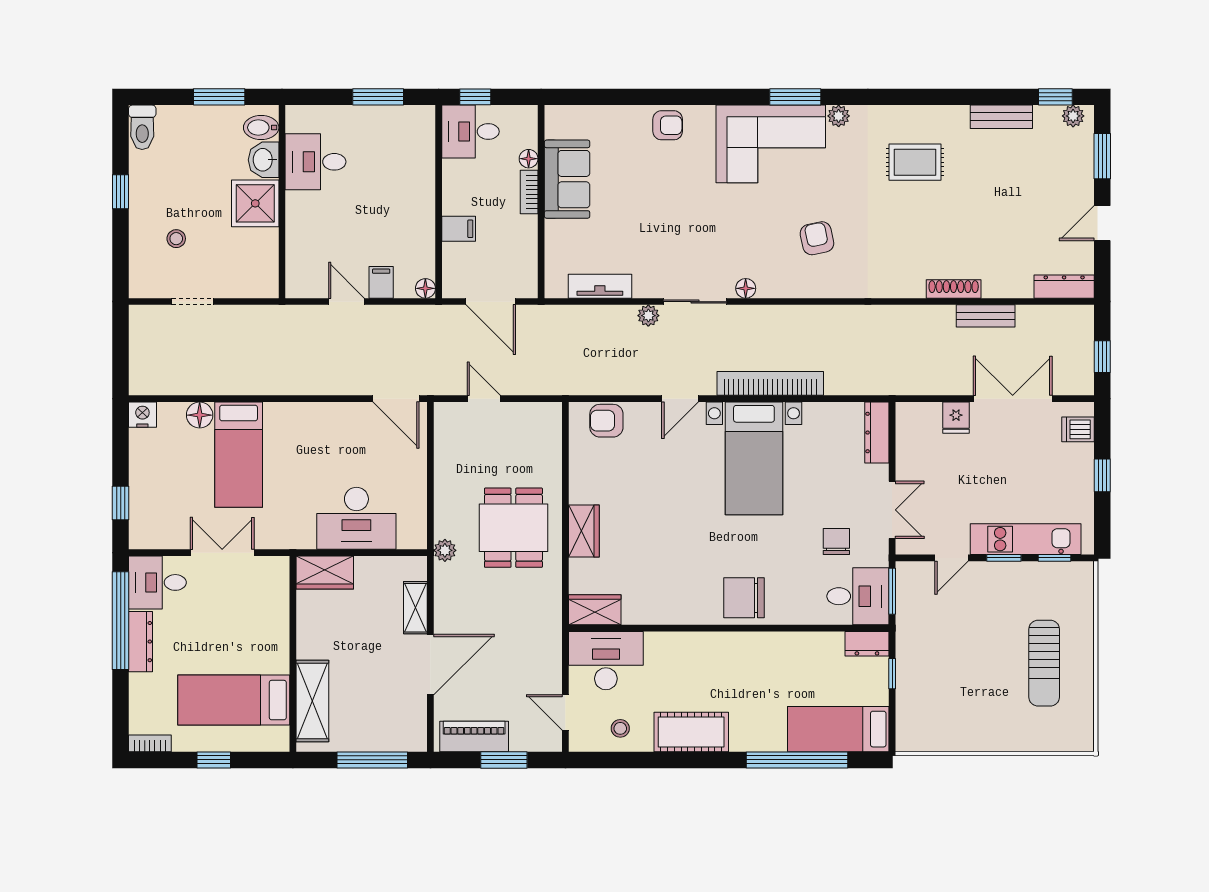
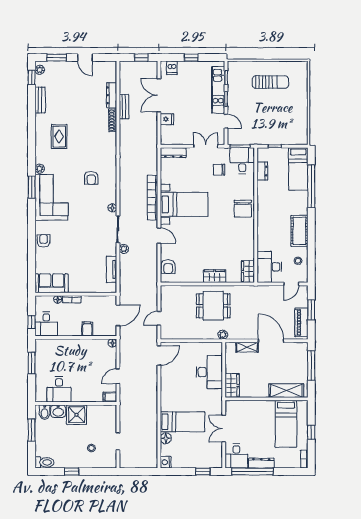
sofa: (567, 179) -> (52, 283), moved
armchair: (817, 238) -> (91, 178), turned -78
filing cabinet: (381, 282) -> (110, 397), moved
dresser: (1064, 287) -> (112, 95), moved
dresser: (867, 644) -> (262, 171), moved

